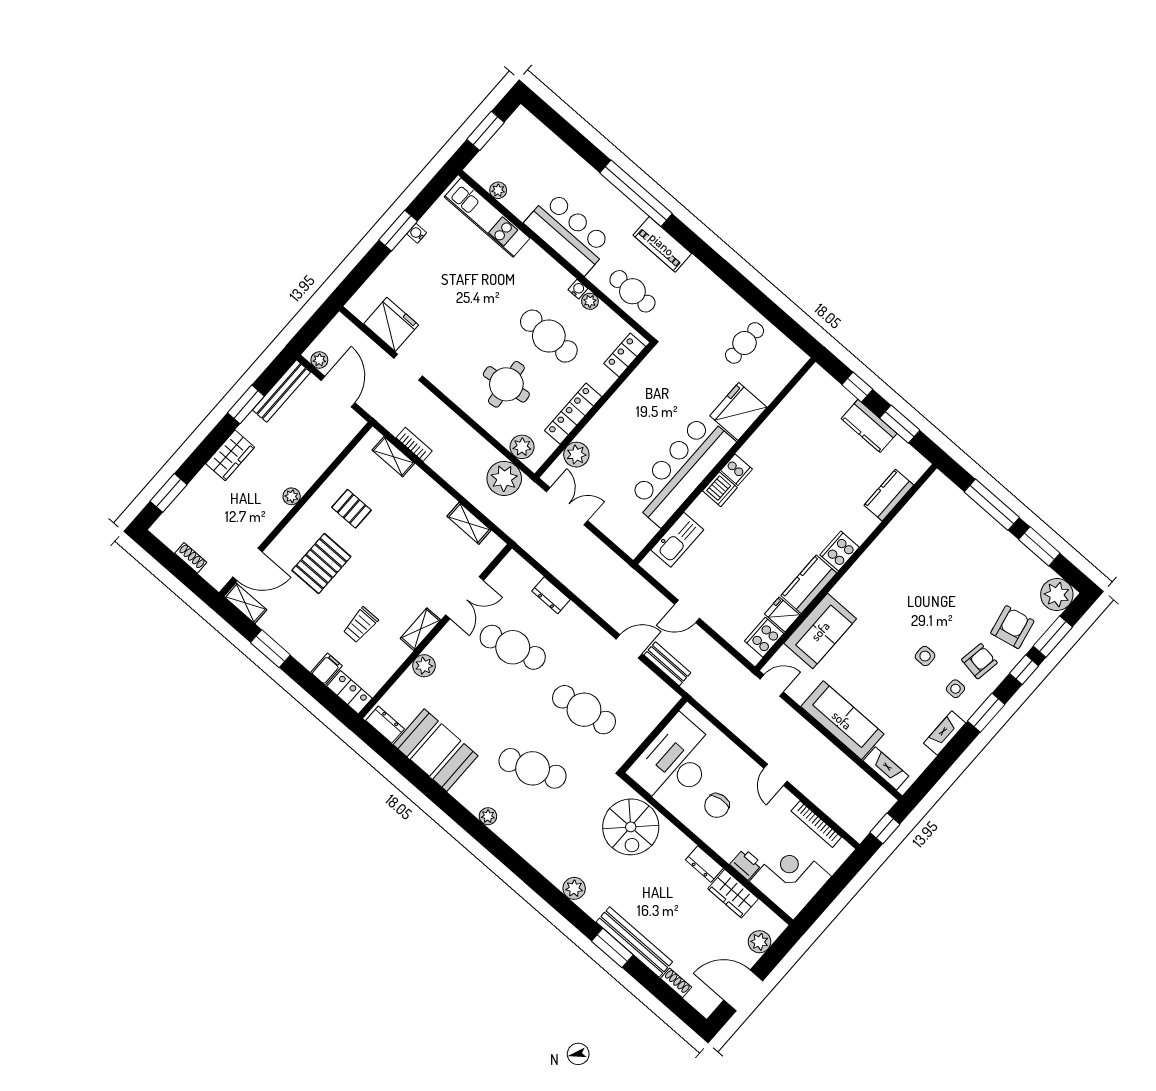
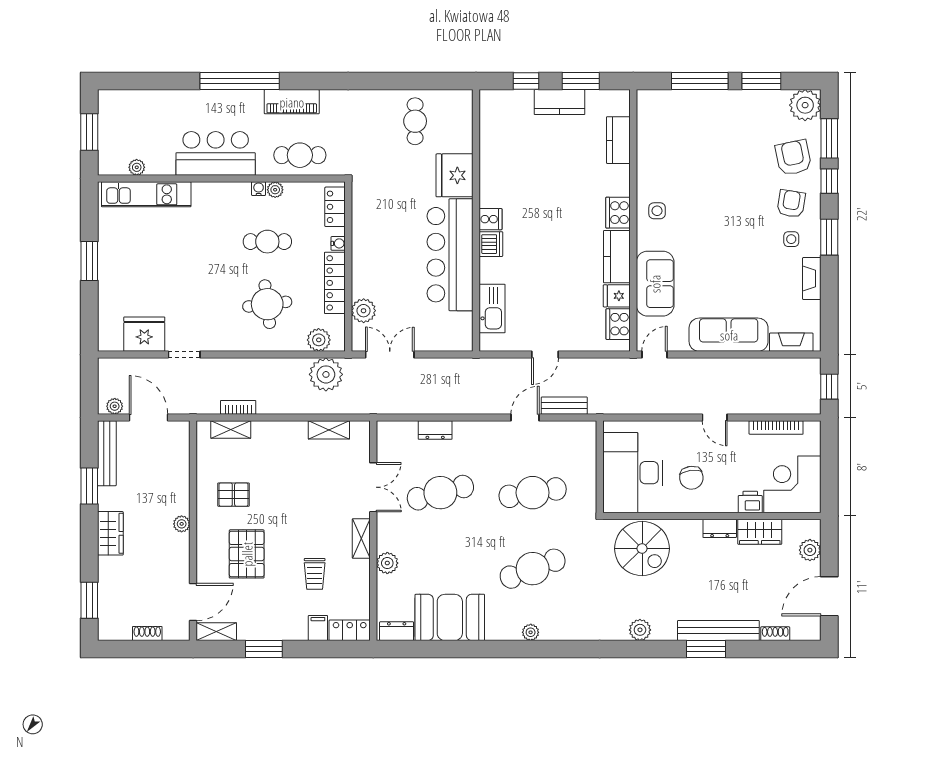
water cooler: (417, 233) -> (338, 243), moved, turned 180
cafe table: (549, 336) -> (267, 242), width x0.73, depth x0.74
side table: (925, 656) -> (657, 211), moved

